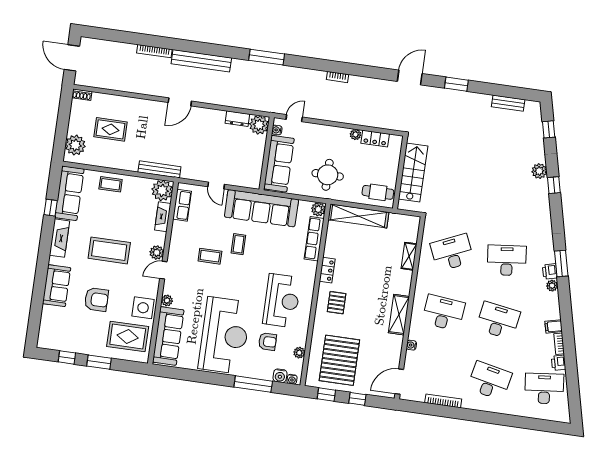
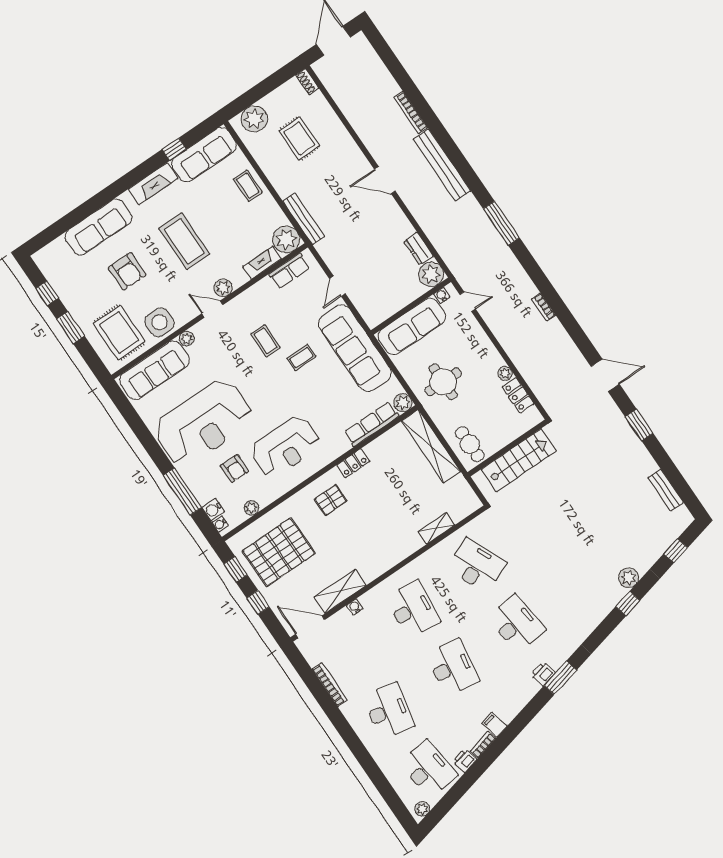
sofa: (57, 286) -> (98, 227), width x1.36
plant: (552, 286) -> (422, 809), moved
shelving: (399, 315) -> (340, 591), moved

